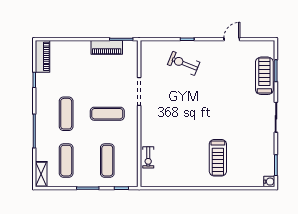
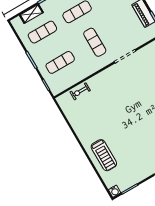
treadmill: (218, 158) -> (104, 155), moved, turned -90
shelving: (41, 174) -> (31, 14), moved

